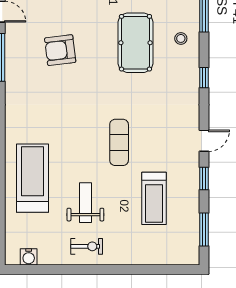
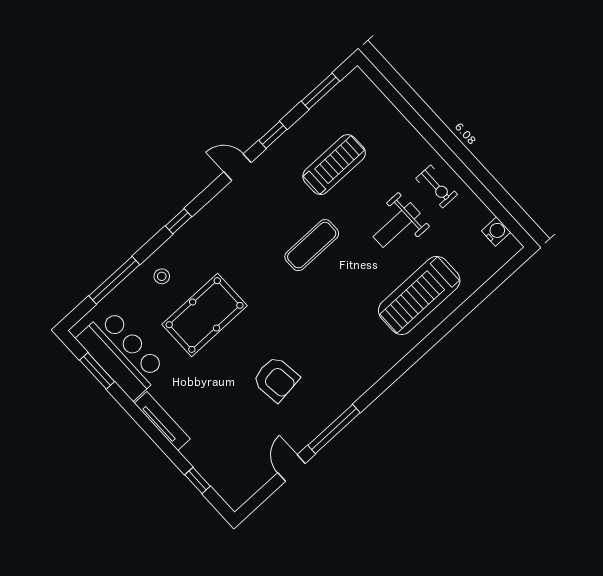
exercise bike: (87, 246) -> (437, 186), turned 180

